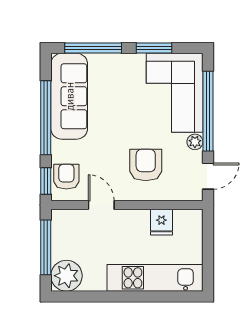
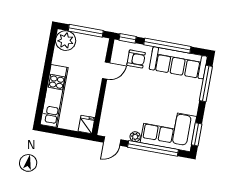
window: (154, 48) -> (197, 134), moved
armchair: (146, 165) -> (126, 103), removed
door: (208, 176) -> (112, 141), hinge flipped
armchair: (66, 177) -> (136, 59), moved
fridge: (161, 222) -> (87, 125), moved, turned 90

